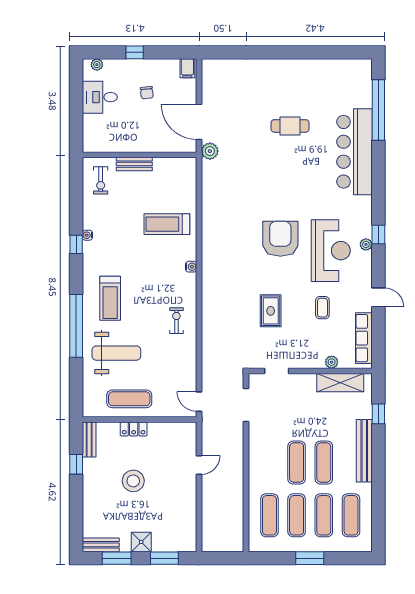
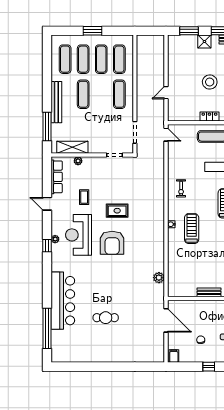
plant: (210, 151) -> (159, 278), moved
treadmill: (167, 224) -> (192, 229), moved, turned -90
rug: (271, 311) -> (117, 211), moved, turned 90
window: (378, 414) -> (47, 126), width x2.17
exercise mat: (297, 463) -> (119, 94), moved

